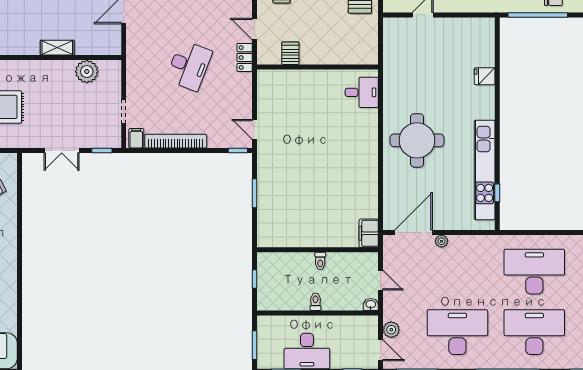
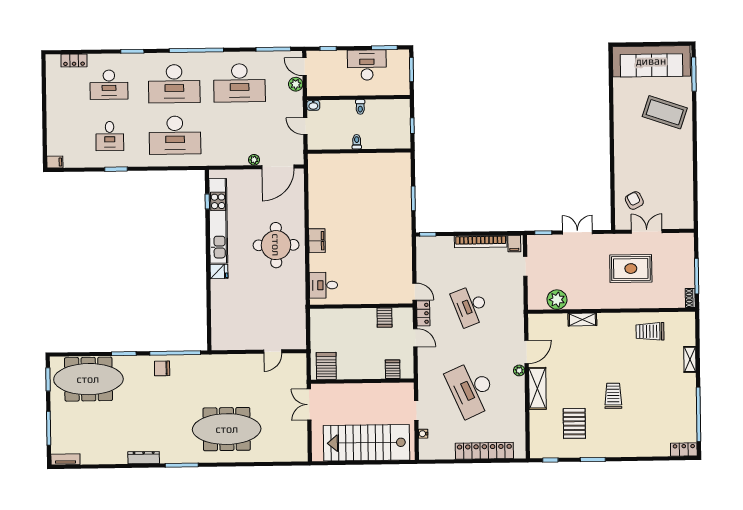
desk: (189, 66) -> (470, 306), turned -42
fridge: (485, 76) -> (219, 271), moved
door: (254, 129) -> (415, 292), moved
filing cabinet: (369, 233) -> (317, 241), moved

